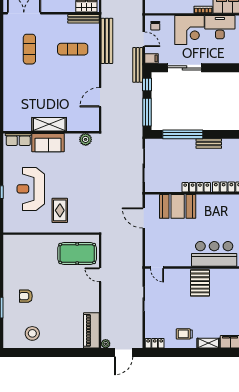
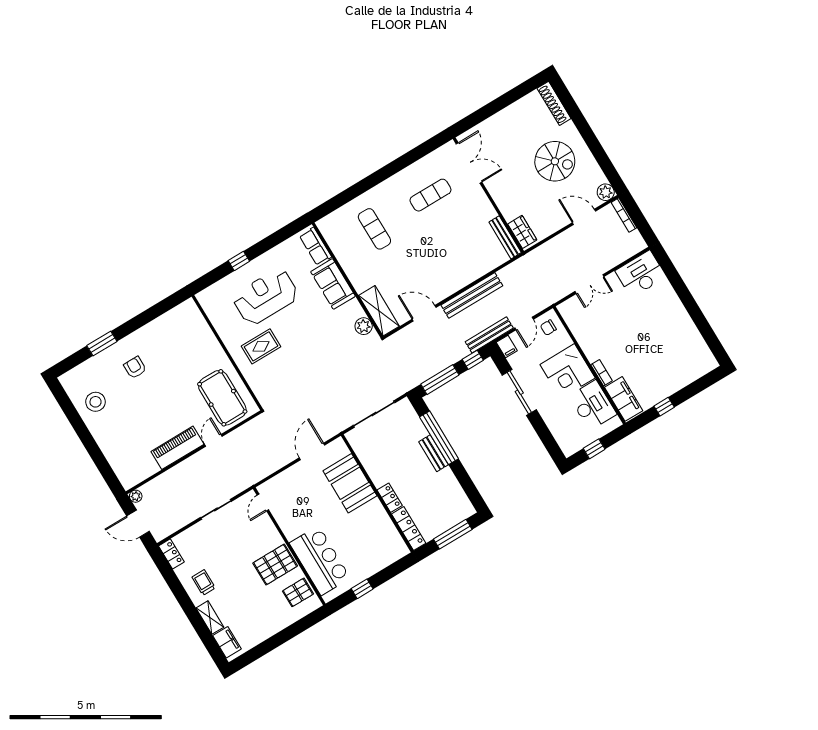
bench: (107, 41) -> (472, 295), moved
exercise mat: (73, 49) -> (374, 229), moved
shelving: (49, 124) -> (379, 311), moved
bench: (209, 144) -> (433, 453), moved
locker: (196, 187) -> (390, 498), width x0.66
pallet: (226, 279) -> (298, 592), added
piano: (91, 330) -> (177, 448), moved

